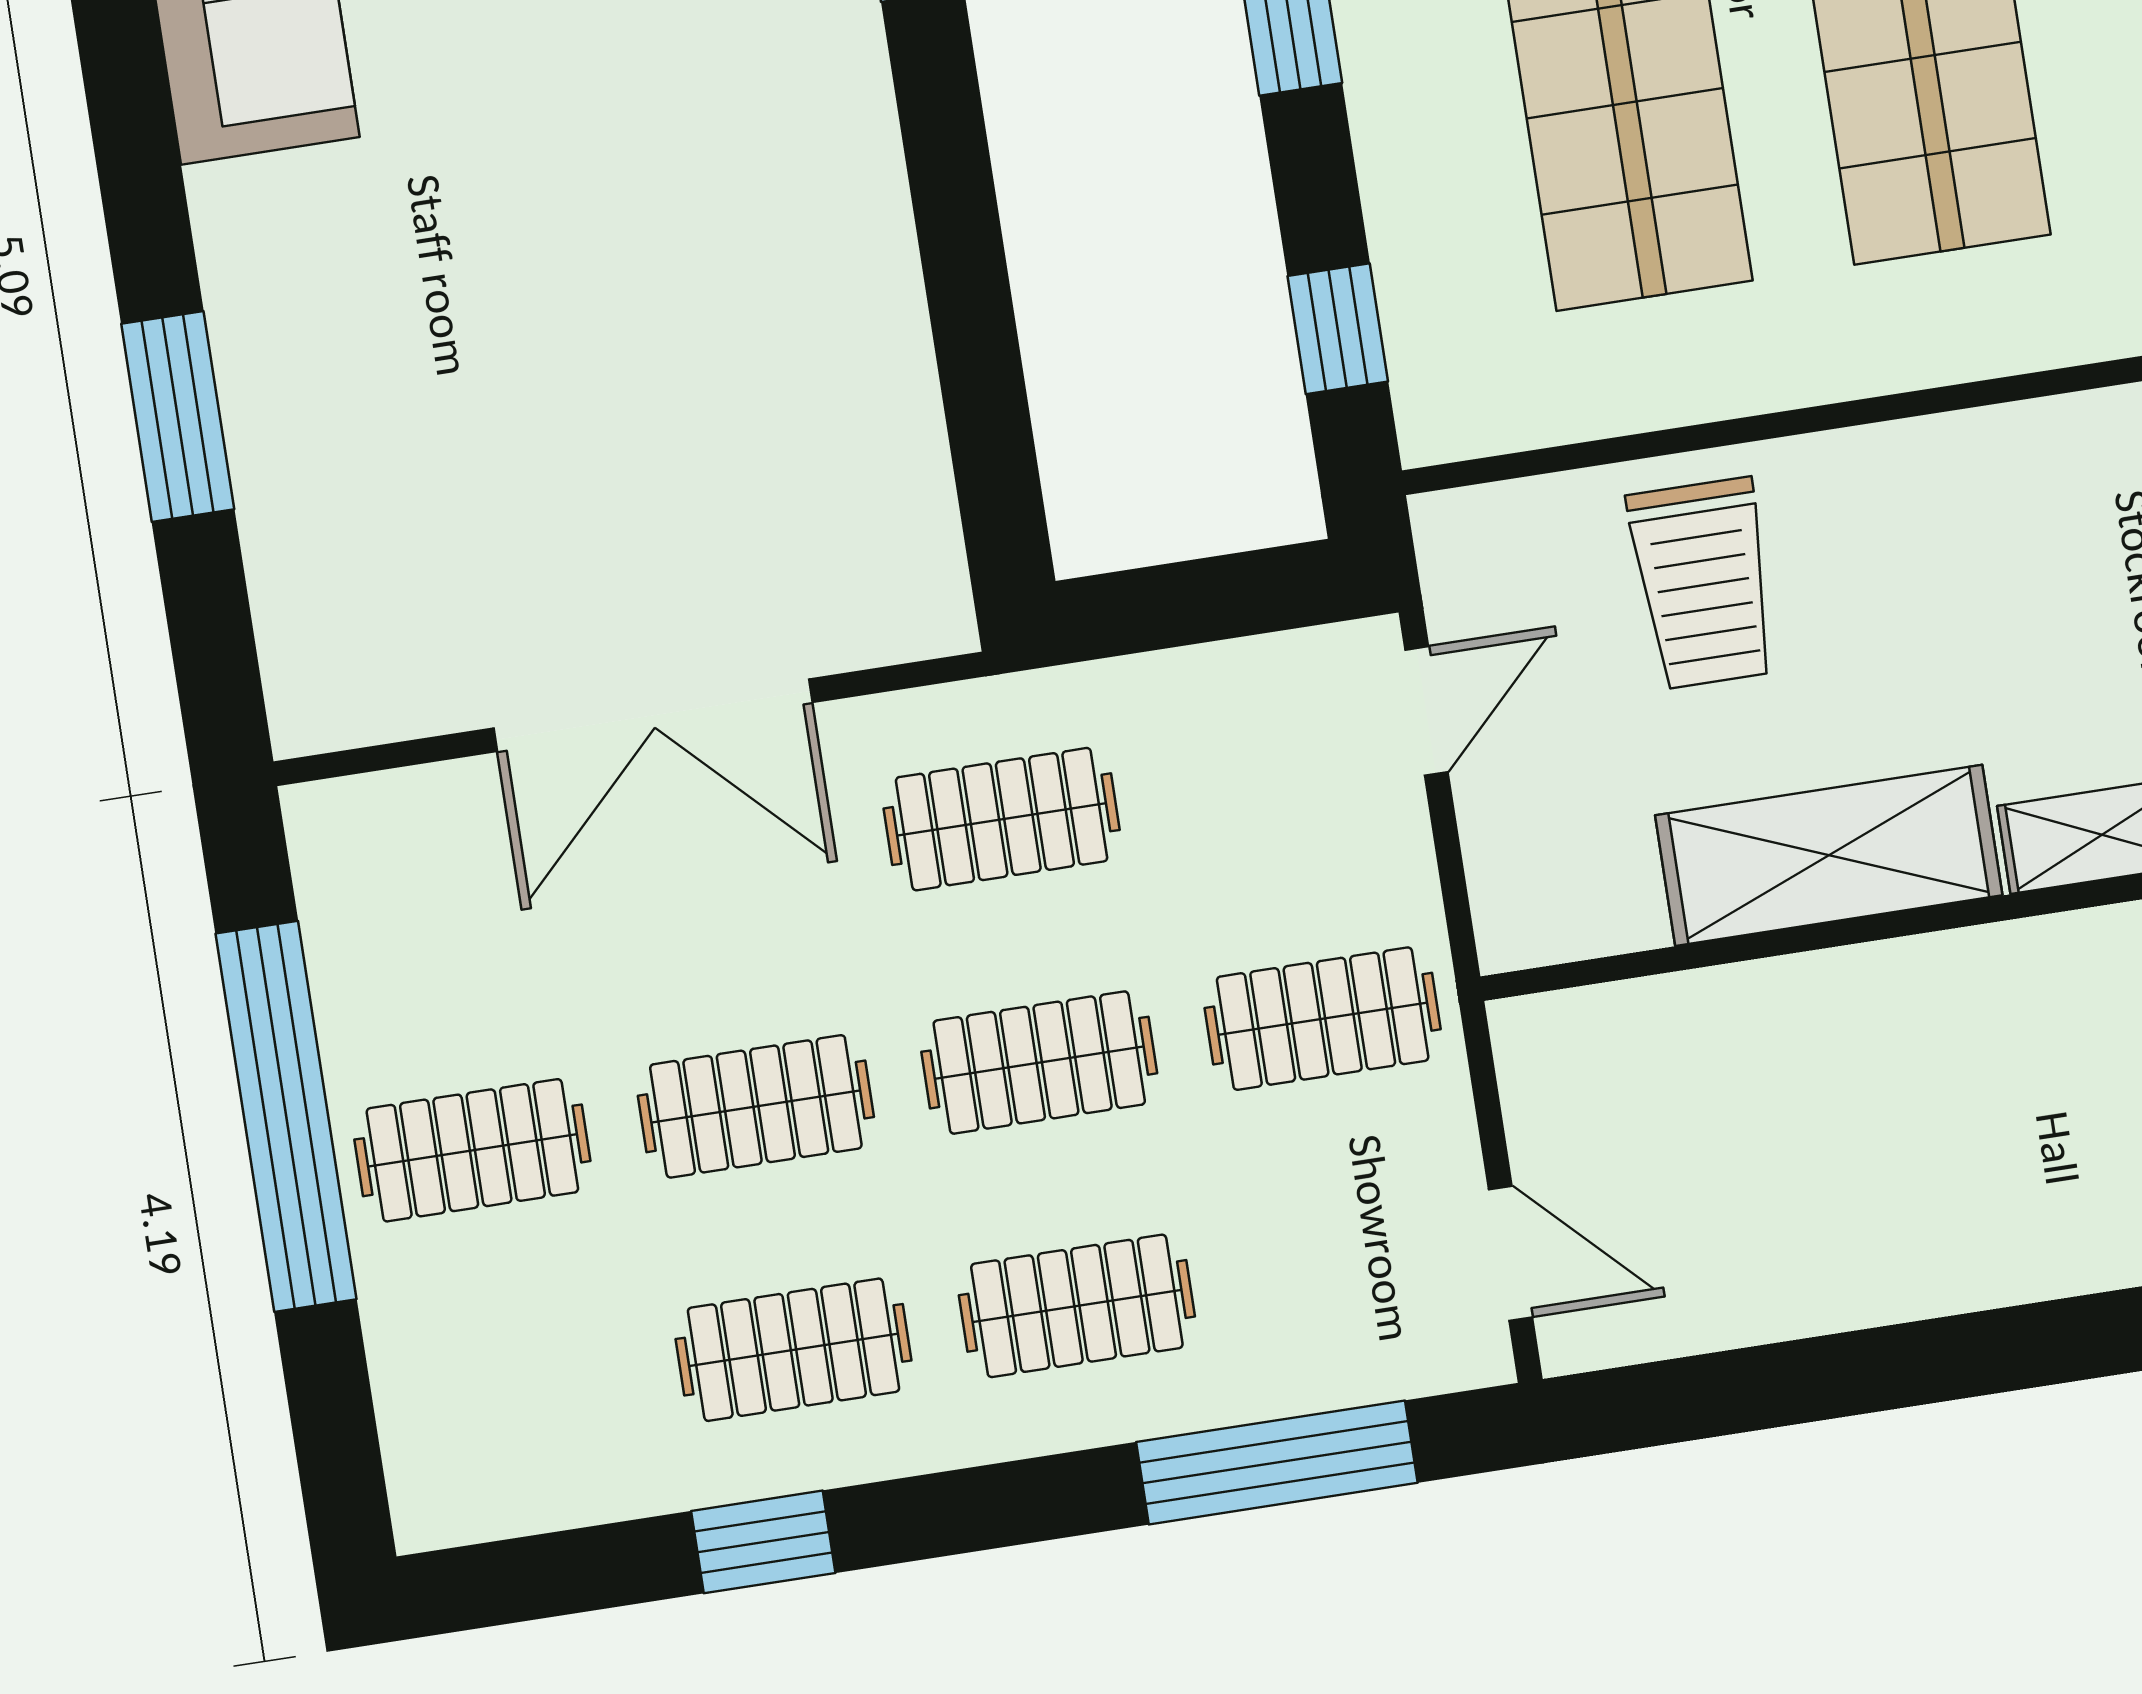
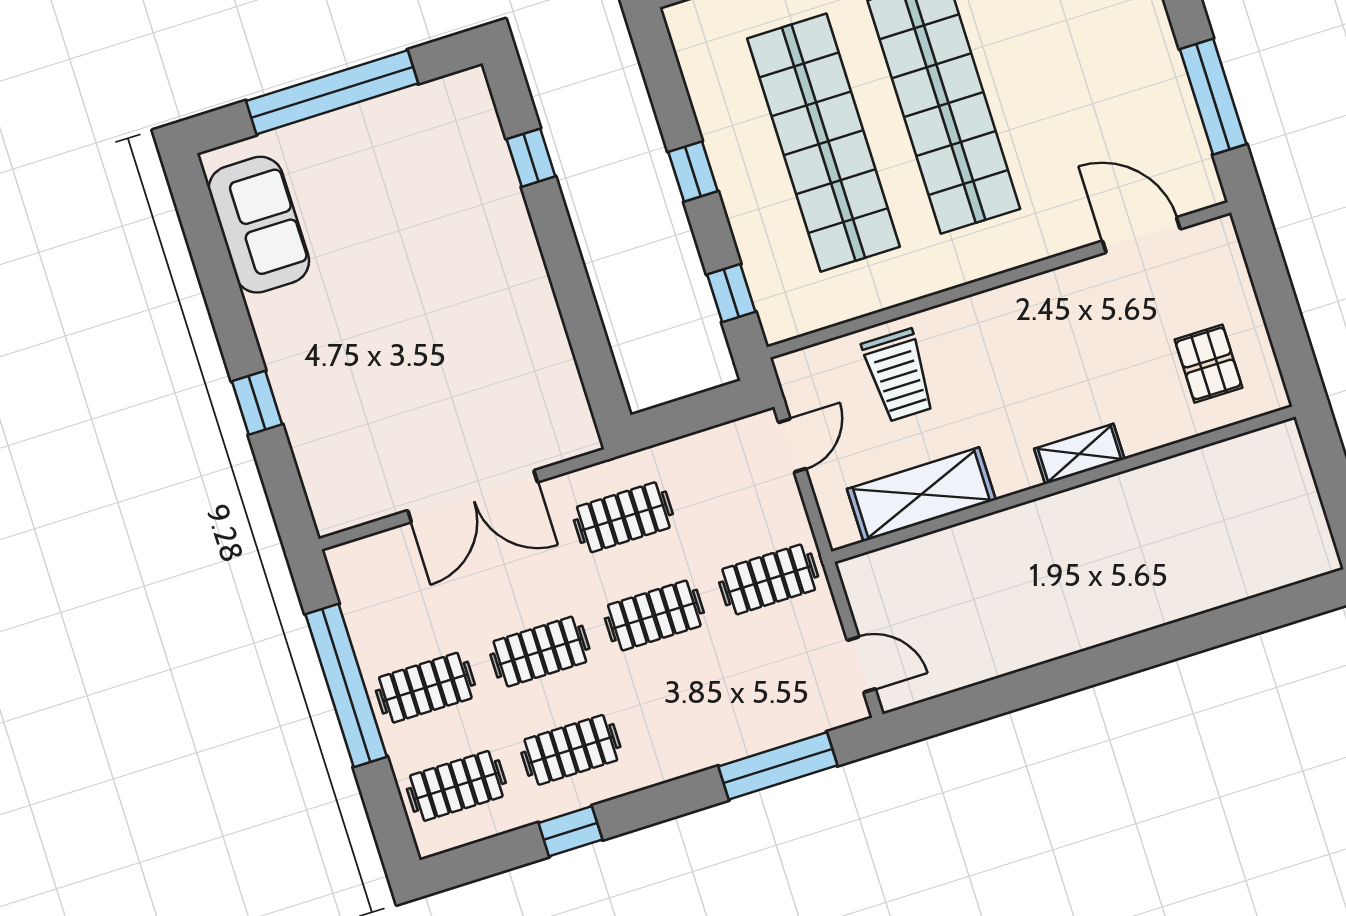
window: (178, 416) -> (257, 403), width x0.67
shelving: (1829, 855) -> (921, 494), moved
clothes rail: (1077, 1306) -> (456, 786), moved

